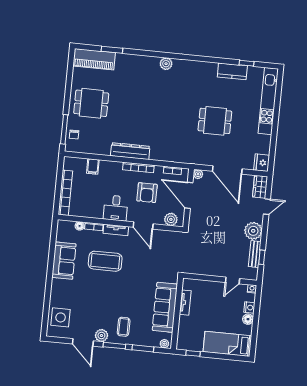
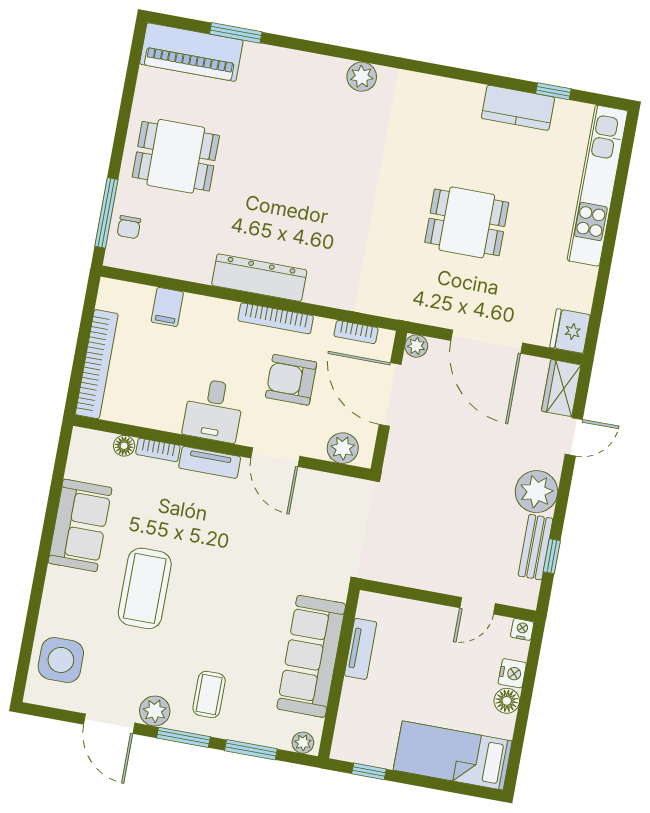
armchair: (147, 193) -> (291, 380), turned 90
coffee table: (105, 261) -> (145, 588), moved, turned 90

